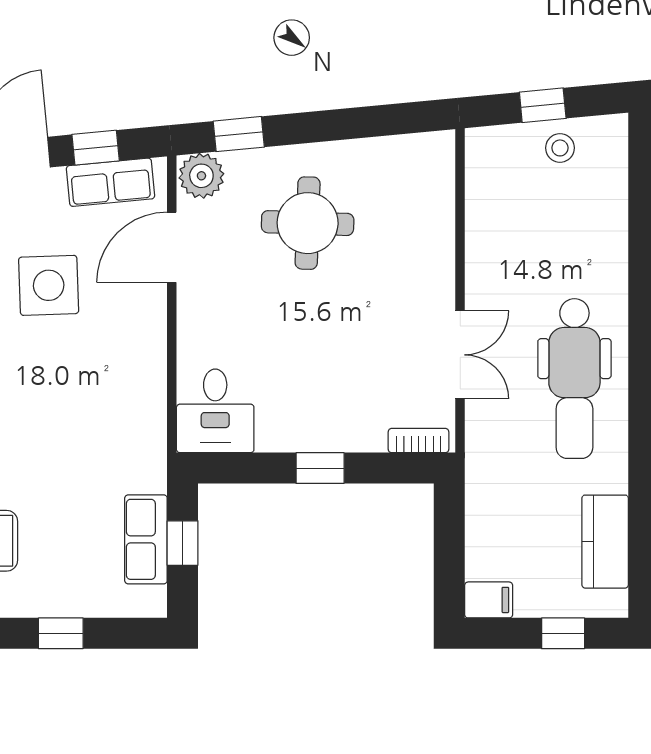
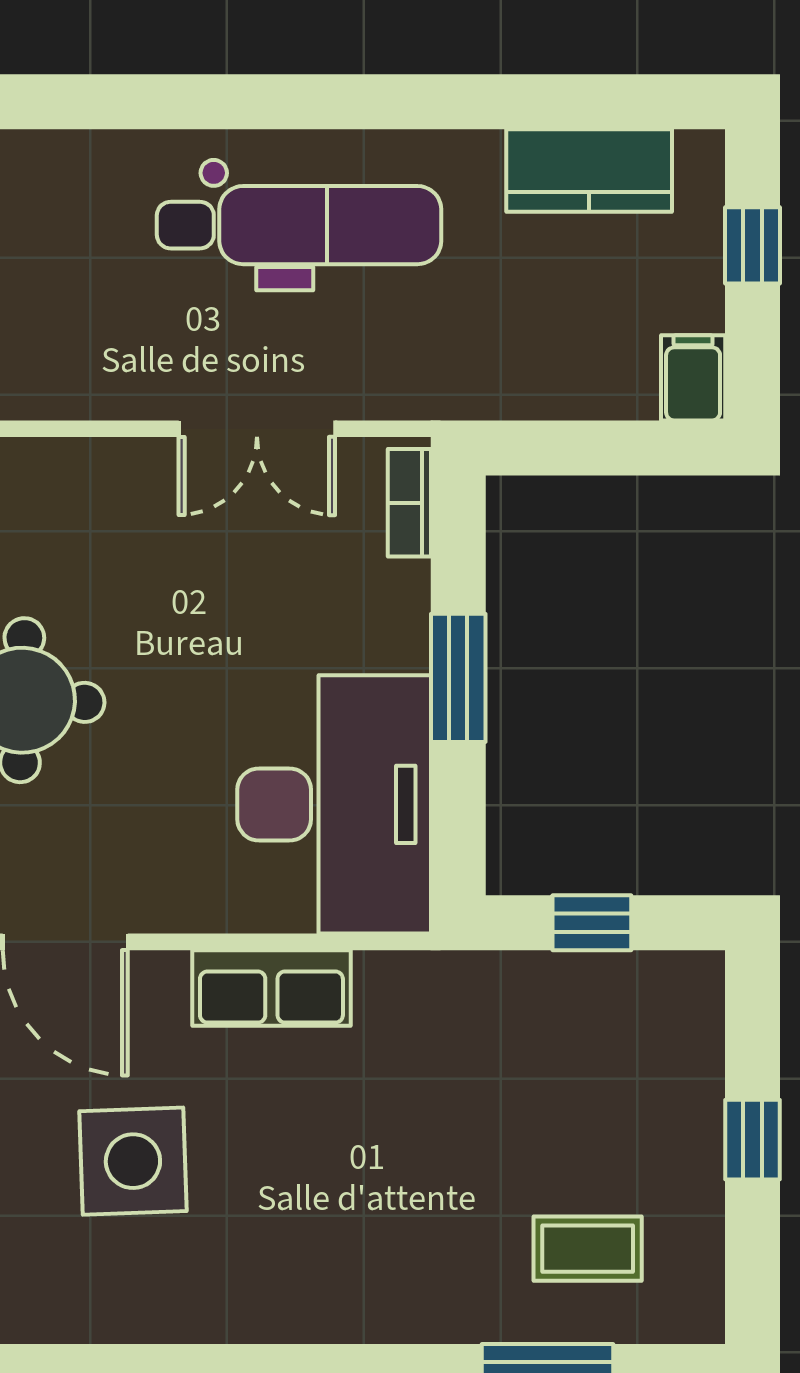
double door: (460, 355) -> (257, 429), swing flipped
desk: (215, 411) -> (334, 804), width x1.87, depth x1.30
window: (320, 468) -> (458, 678), width x1.50
row of seats: (146, 539) -> (271, 988), moved

